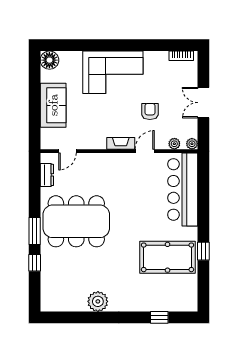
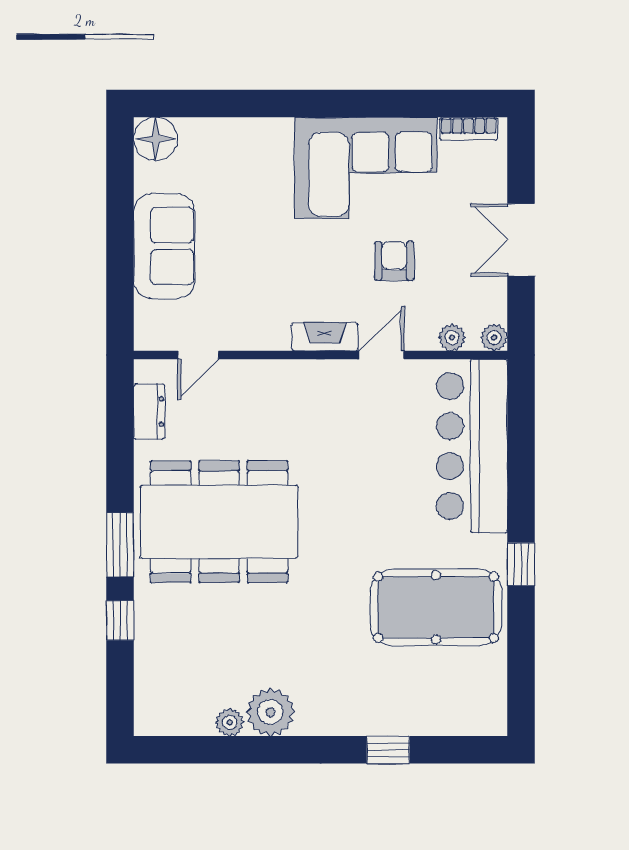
corner sofa: (113, 72) -> (366, 168), moved
window: (203, 251) -> (521, 564), moved
plant: (81, 306) -> (230, 722), added
window: (159, 317) -> (388, 750), moved

